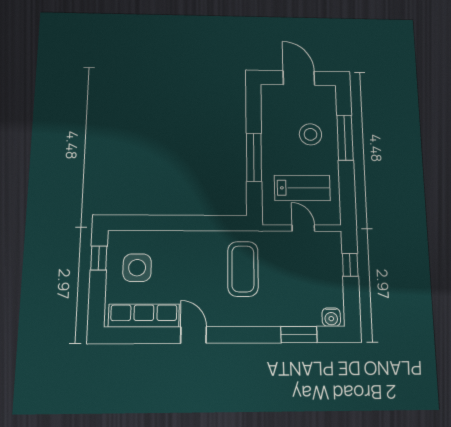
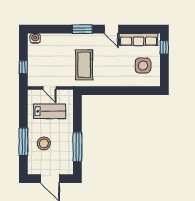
window: (254, 157) -> (77, 147), moved
lab bench: (302, 188) -> (50, 111), turned 180
window: (99, 258) -> (164, 47), moved
window: (299, 335) -> (82, 29), moved

